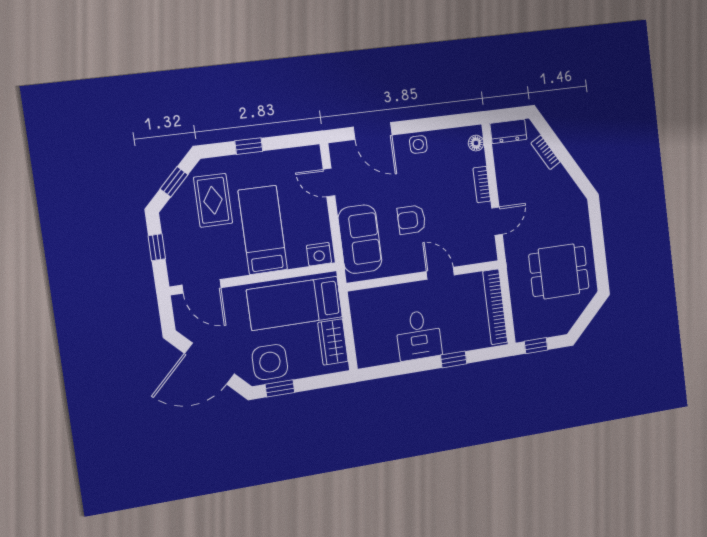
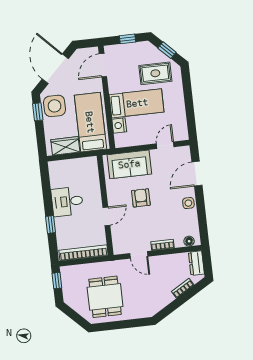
window: (249, 146) -> (188, 96), removed
nightstand: (319, 254) -> (119, 125), moved

